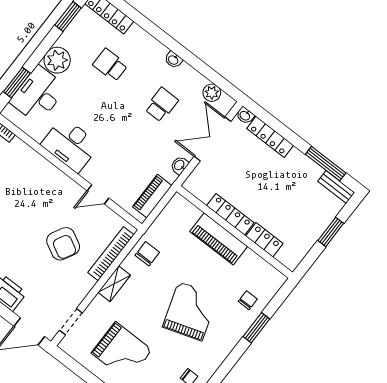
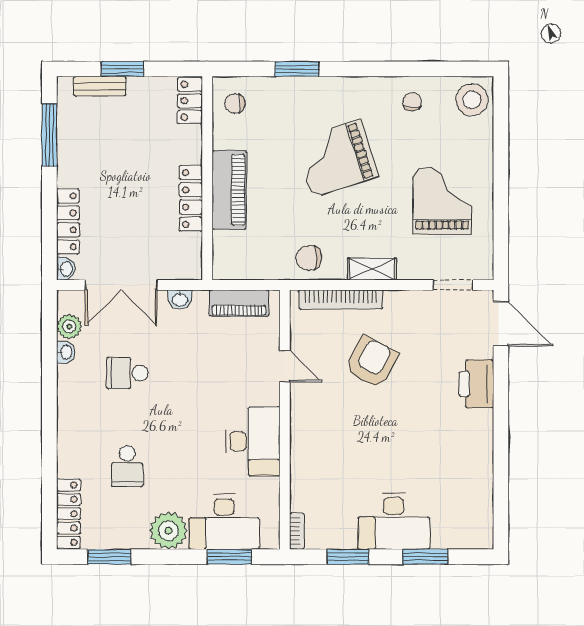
washbasin: (173, 60) -> (66, 352), moved
bench: (336, 187) -> (100, 86), moved, turned 90
locker: (264, 240) -> (190, 101), moved
chair: (248, 300) -> (235, 103), moved

